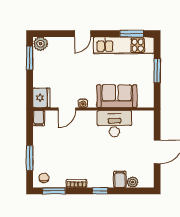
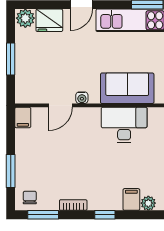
window: (30, 58) -> (11, 59), moved
fridge: (41, 98) -> (49, 20), moved, turned 90

